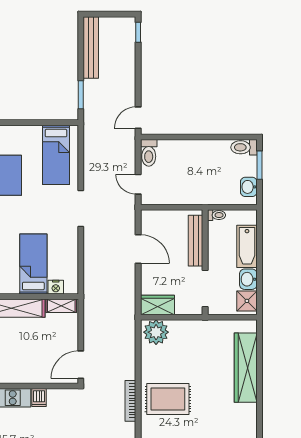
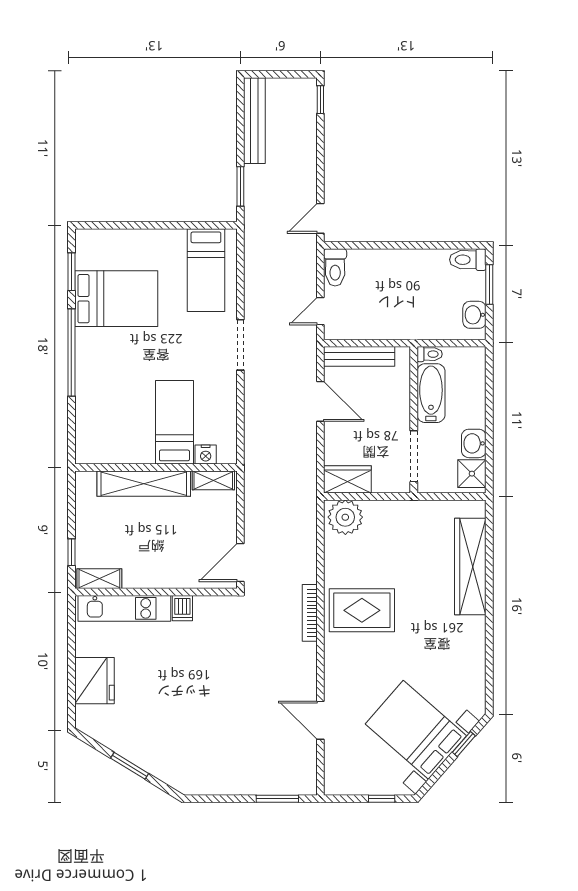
door: (138, 184) -> (320, 311), hinge flipped
bench: (196, 241) -> (359, 356), moved, turned 90
bathtub: (247, 246) -> (431, 393), moved, turned 180

